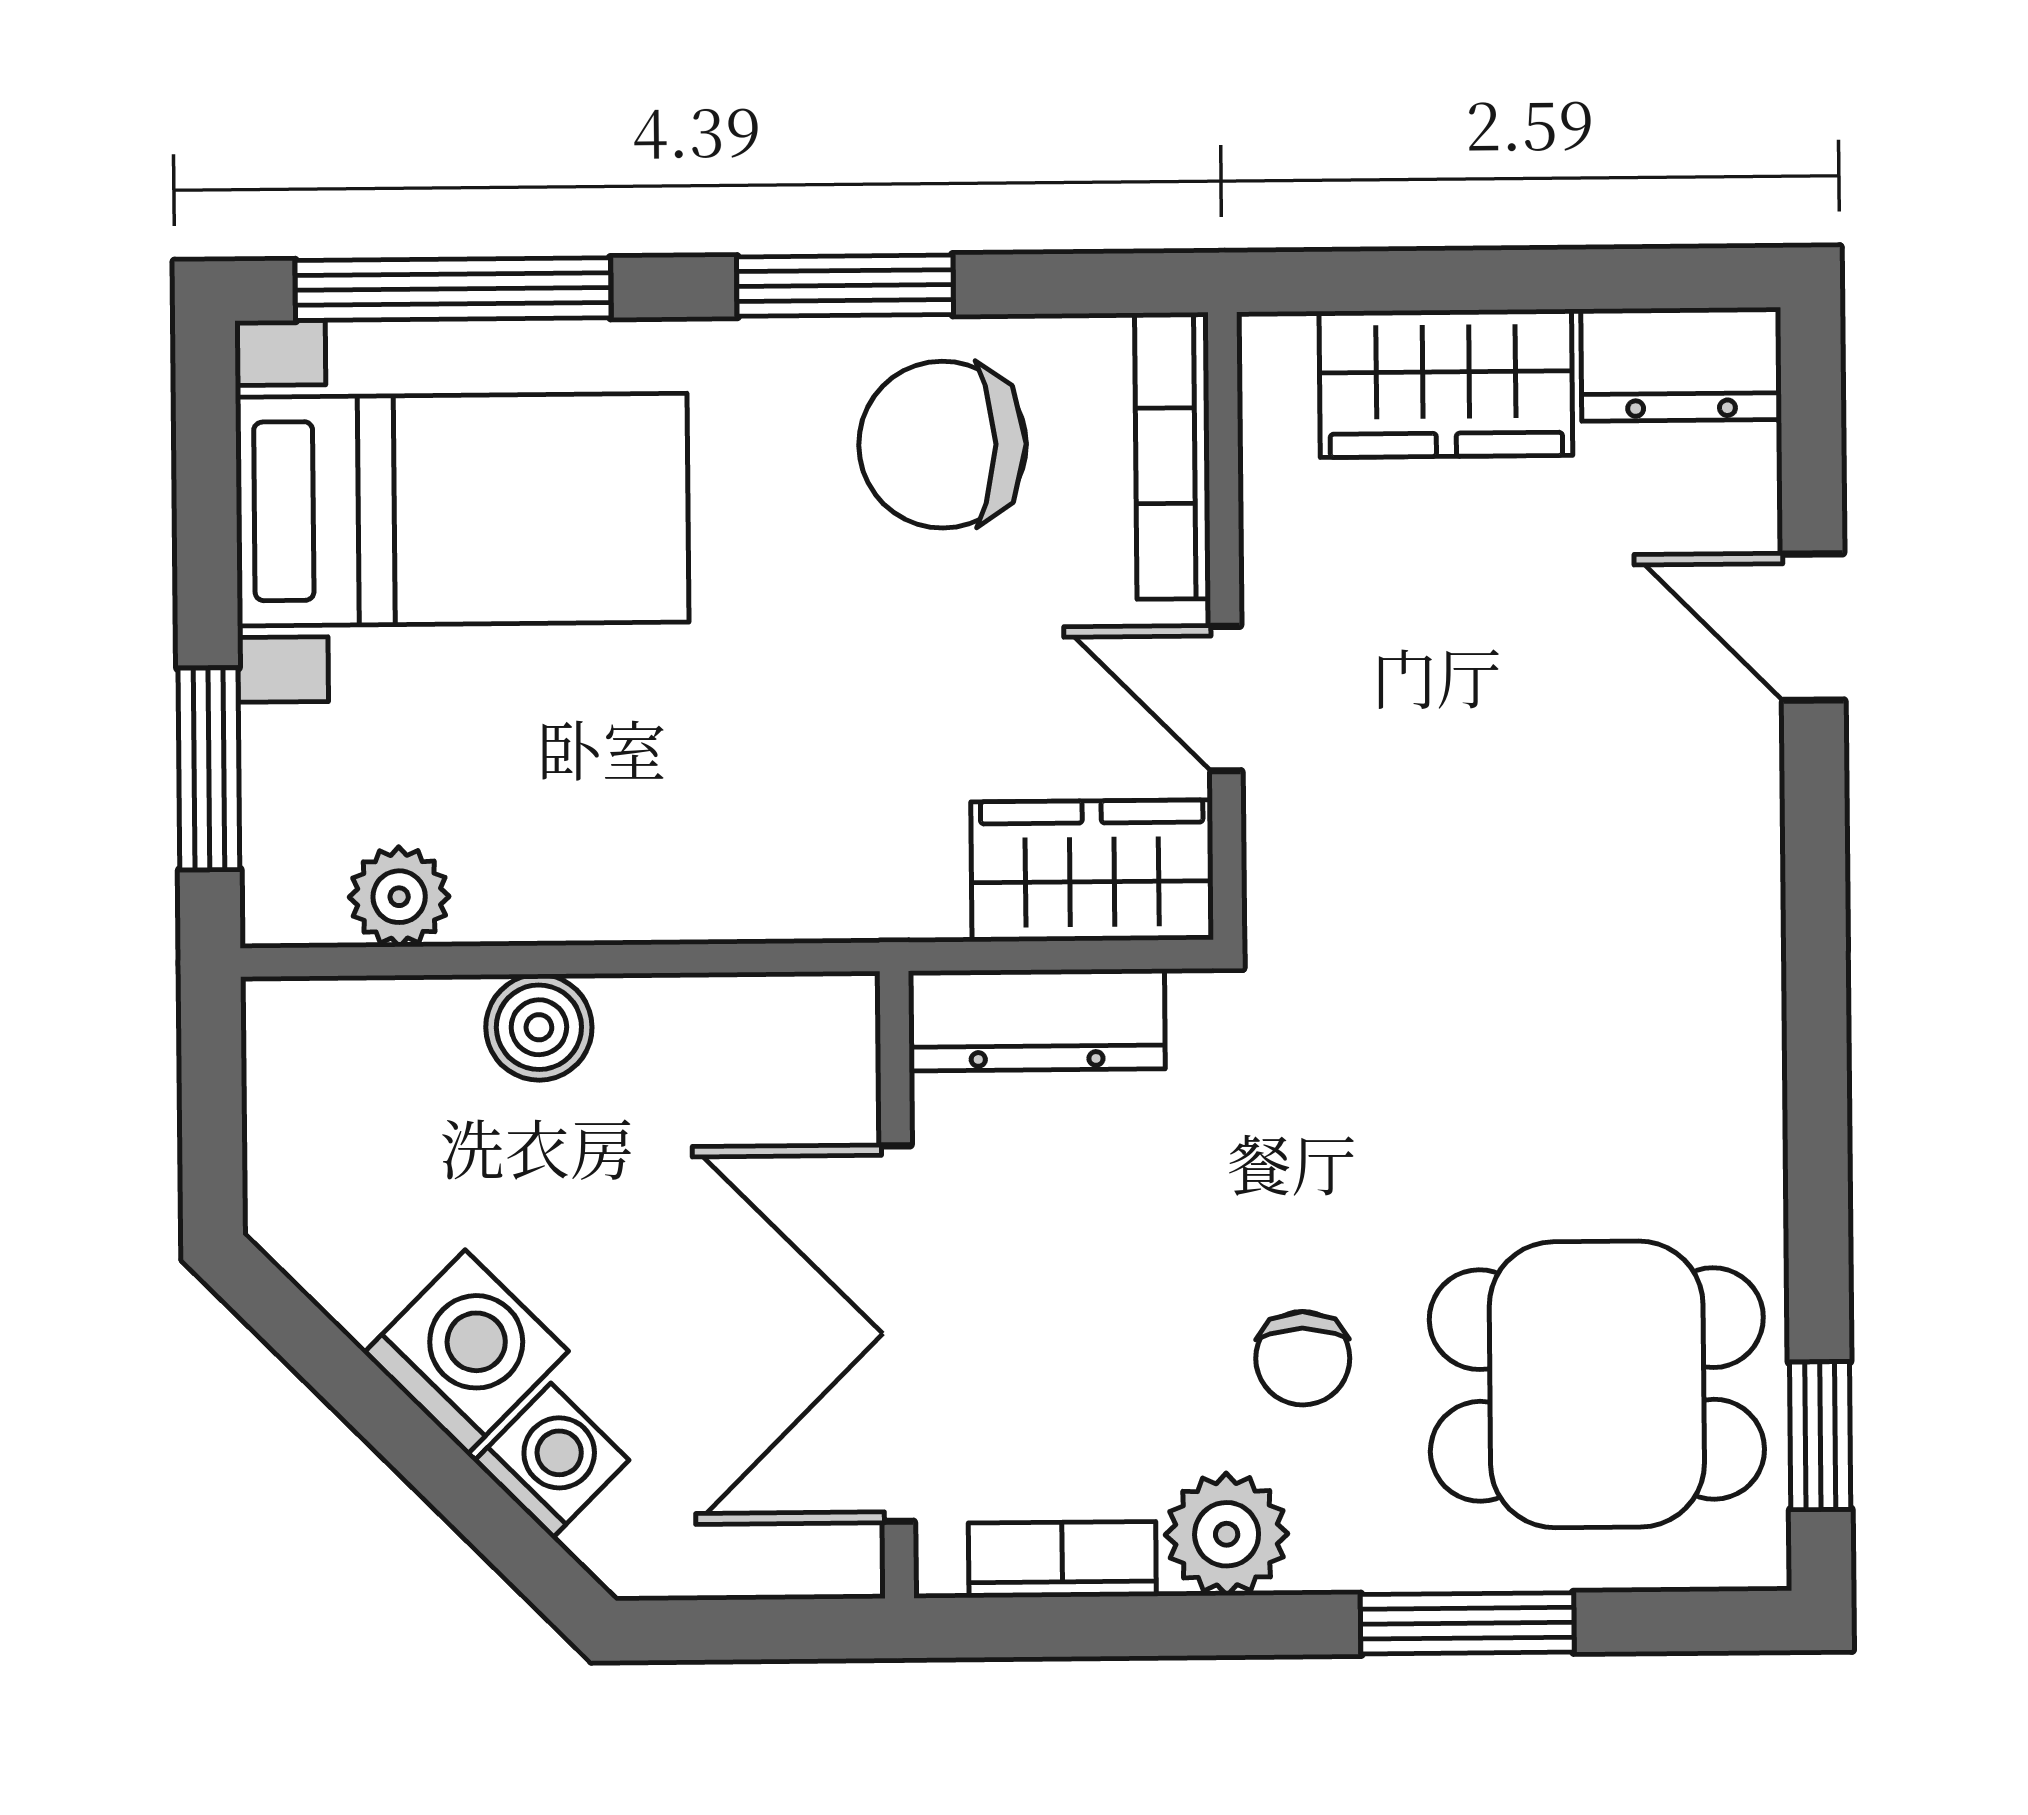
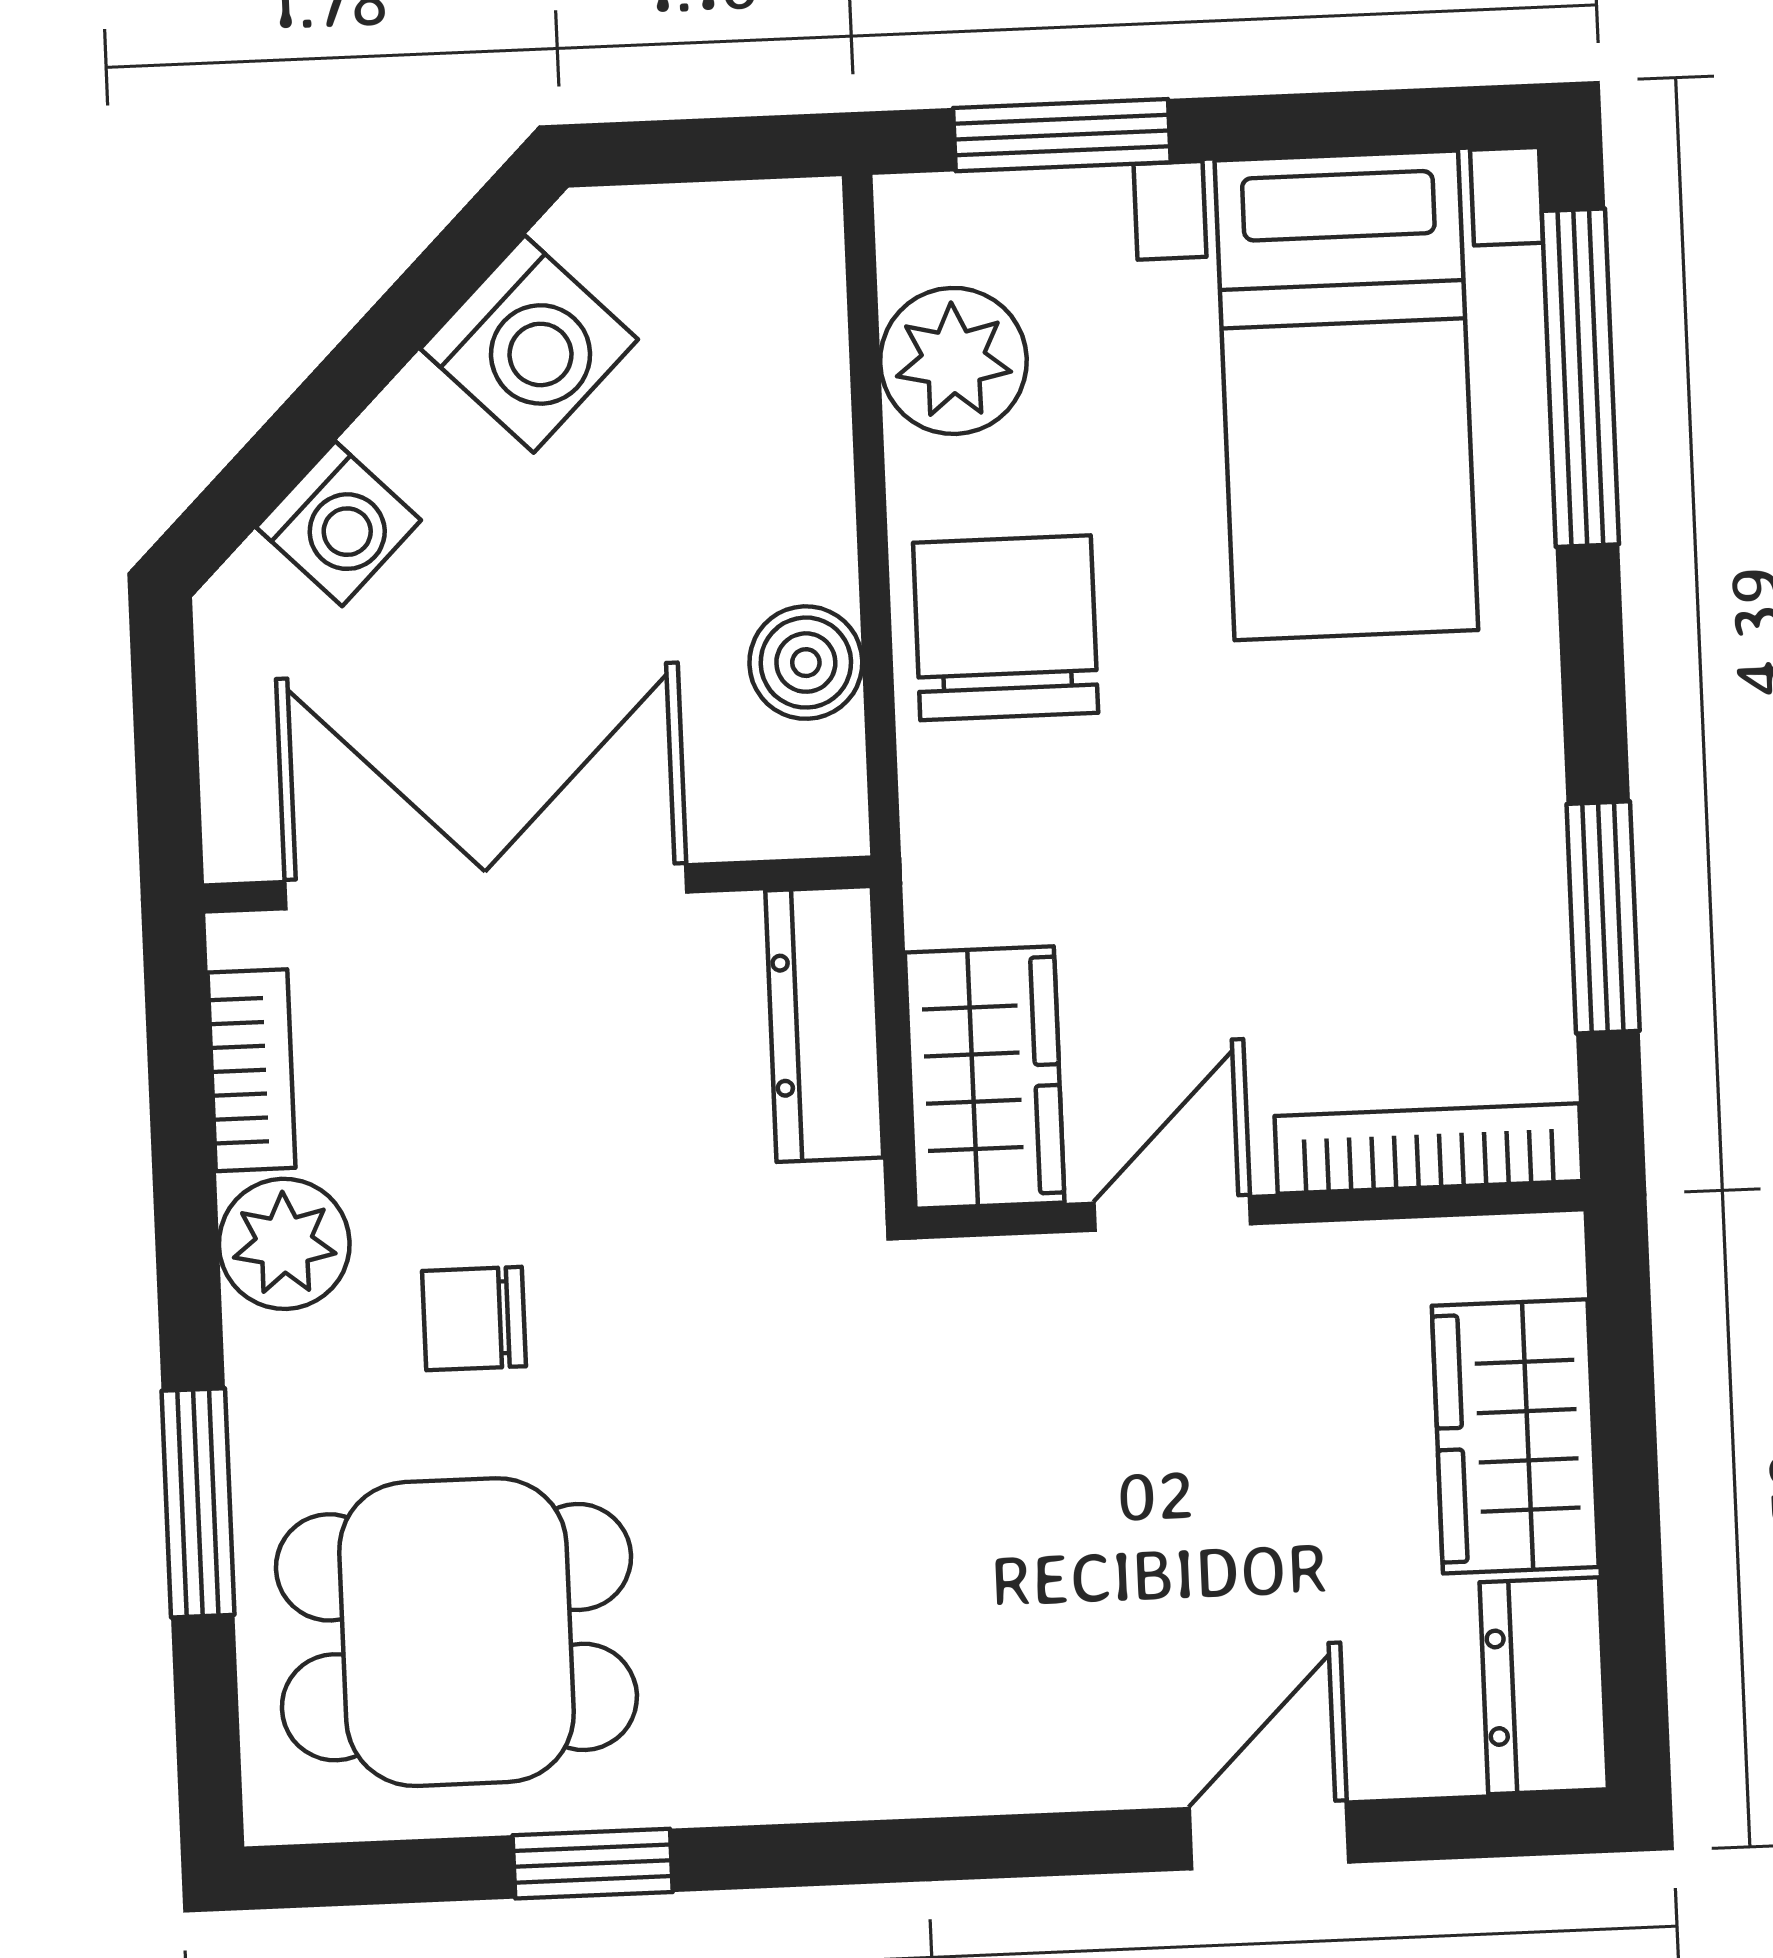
window: (845, 286) -> (1603, 917), moved
chair: (942, 445) -> (1006, 628), moved
plant: (399, 897) -> (953, 361), width x1.38, depth x1.38
boiler: (539, 1027) -> (806, 663), moved
washing machine: (466, 1352) -> (529, 344), moved
dining table: (1597, 1384) -> (456, 1632), turned 90
window: (1820, 1436) -> (593, 1864), moved

